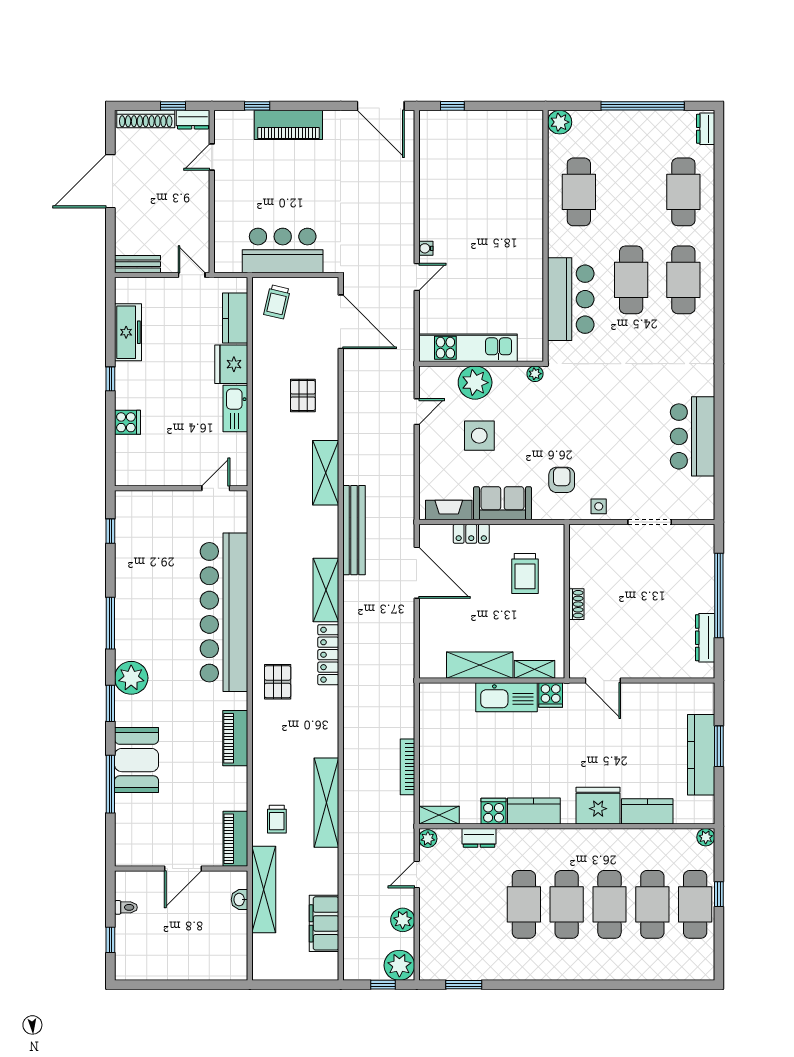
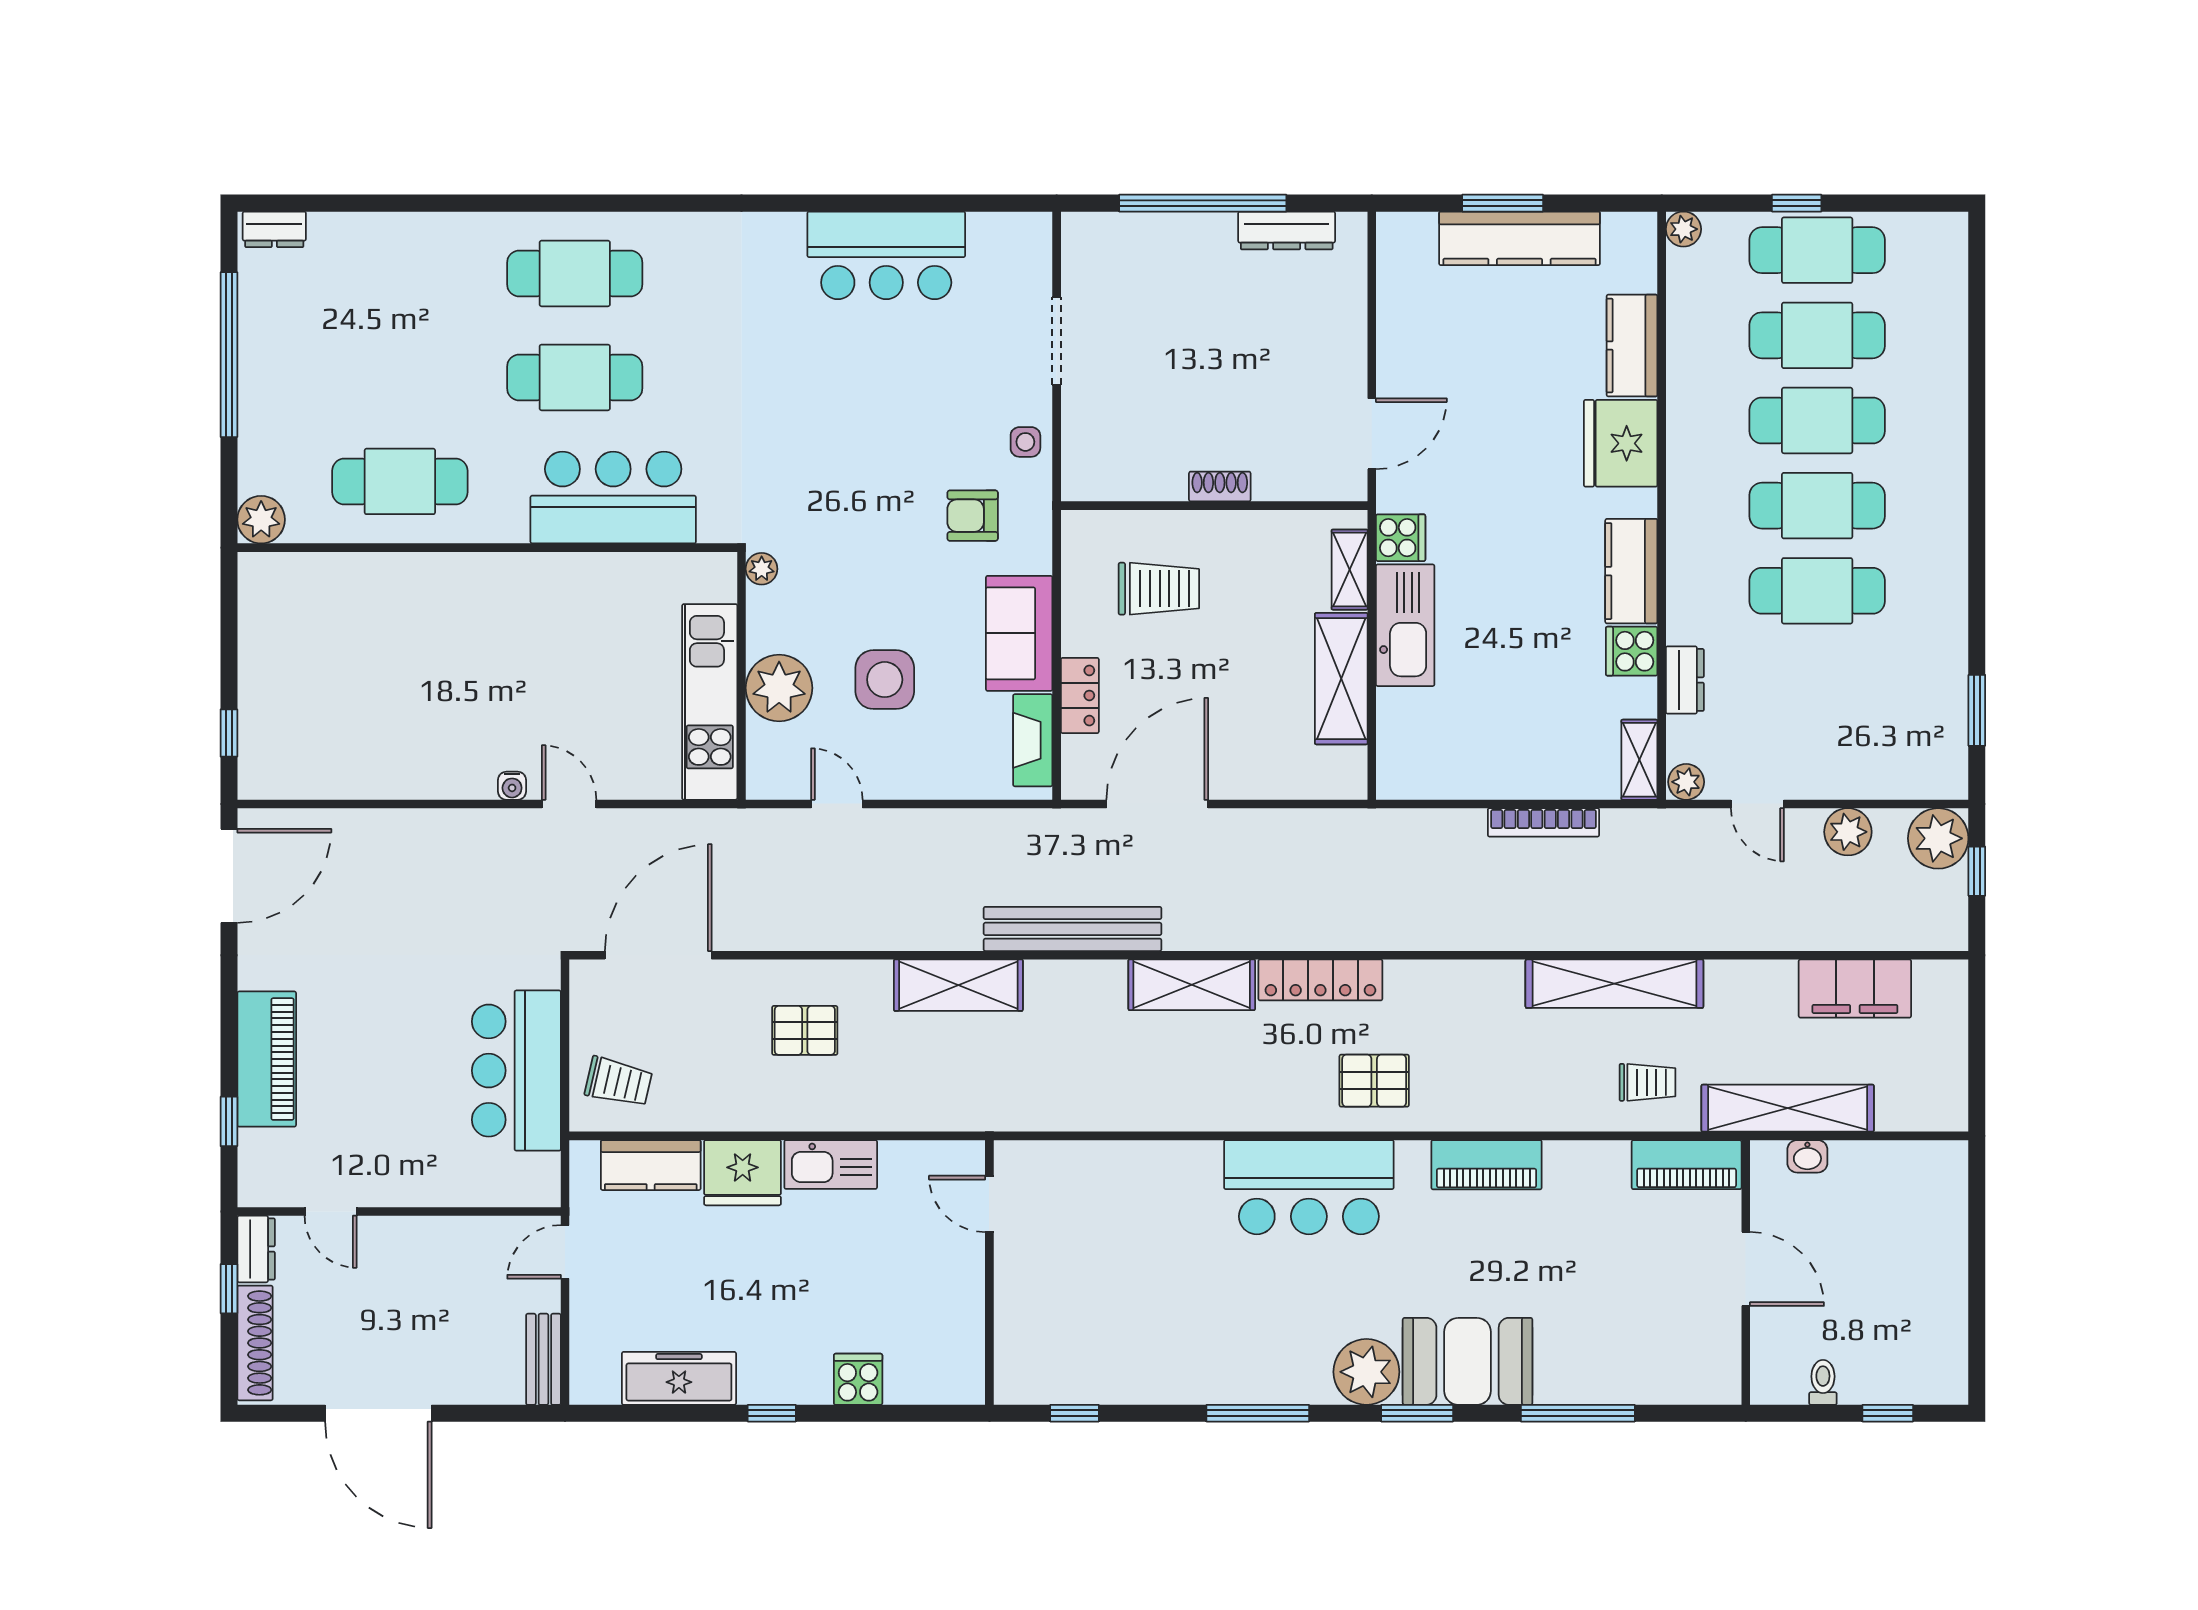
cafe table: (683, 192) -> (400, 273), removed
bar counter: (224, 612) -> (1309, 1187), width x0.54
booth: (137, 760) -> (1468, 1361), moved

